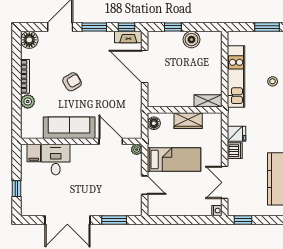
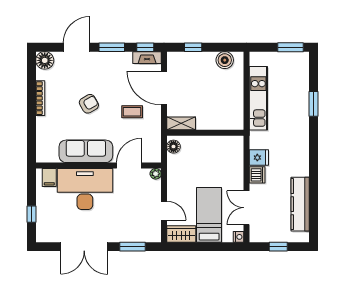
boiler: (191, 40) -> (225, 60), moved
stool: (273, 81) -> (296, 103), removed
coffee table: (114, 89) -> (132, 112), added
plant: (28, 101) -> (43, 124), removed
shelving: (208, 101) -> (181, 123), moved
wardrobe: (188, 121) -> (181, 234), moved, turned 180
door: (111, 141) -> (129, 165), hinge flipped
bed: (174, 159) -> (209, 215), moved, turned -90
desk: (56, 160) -> (85, 189), width x1.87, depth x1.30
window: (243, 220) -> (278, 247), moved

